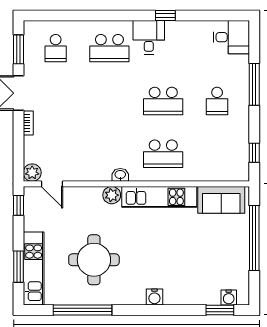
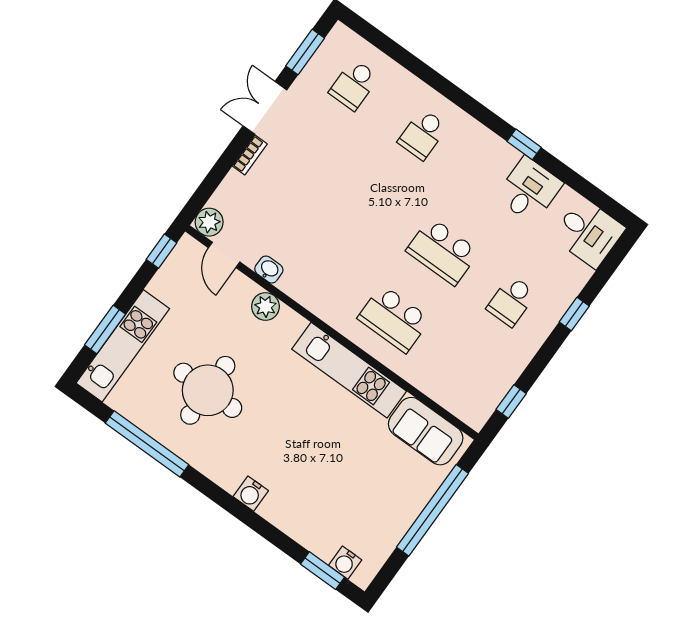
desk: (149, 37) -> (529, 190), moved
school desk: (109, 48) -> (423, 134), width x0.54
window: (254, 84) -> (574, 314), width x0.46
washbasin: (120, 175) -> (269, 270), moved
plant: (112, 195) -> (265, 306), moved

